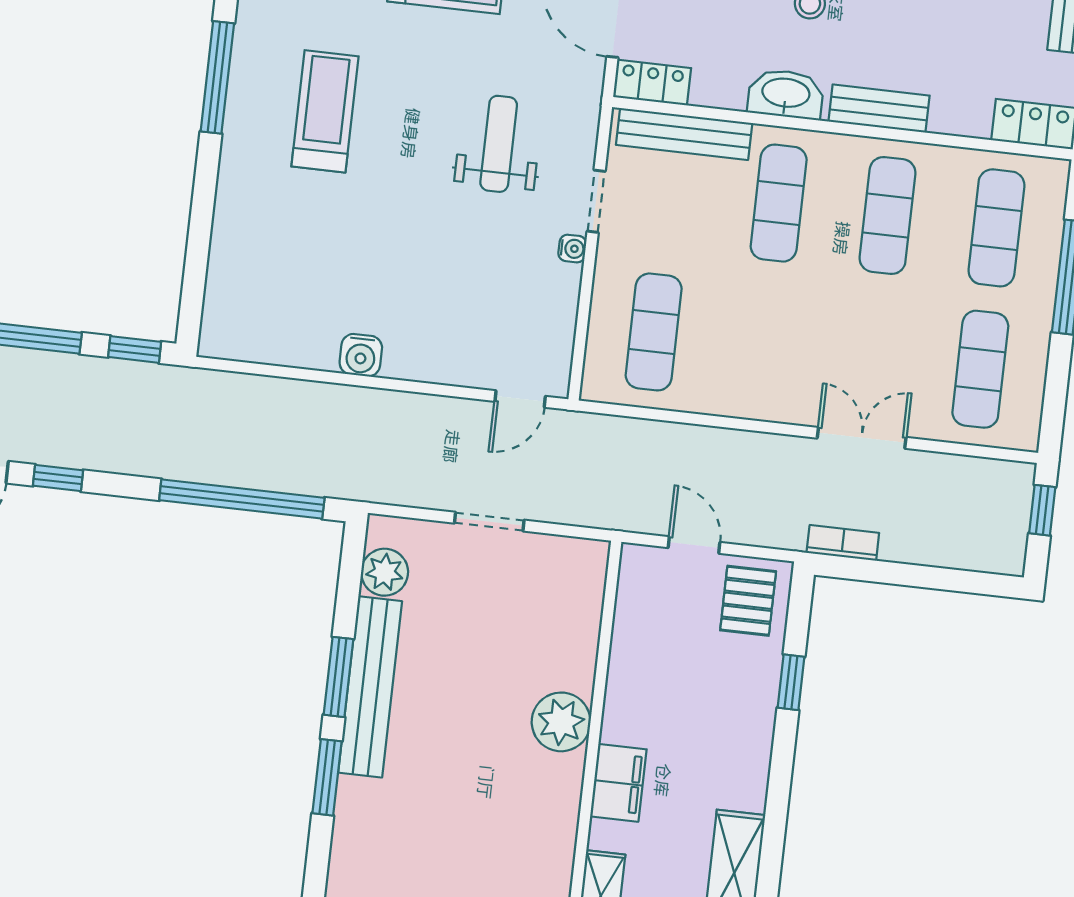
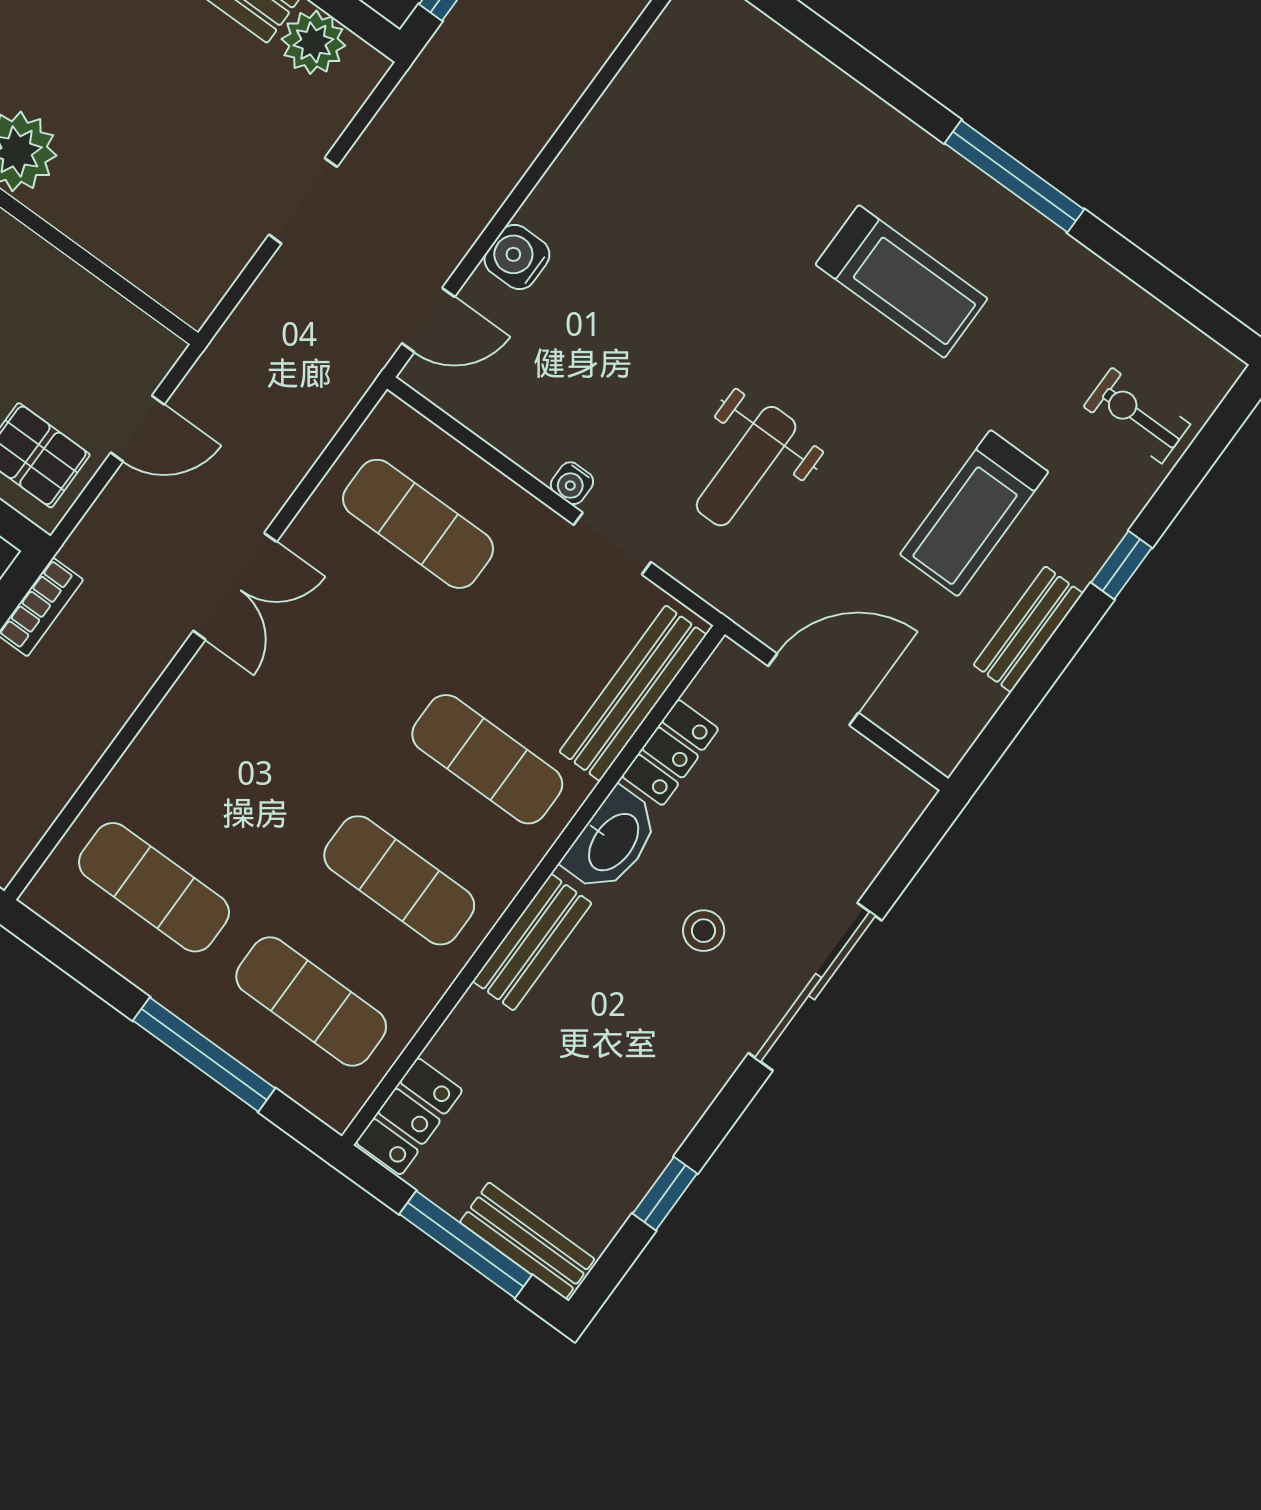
locker: (652, 83) -> (670, 752), moved
weight bench: (499, 144) -> (746, 466), turned 90
water cooler: (361, 355) -> (517, 257), moved
door: (520, 399) -> (428, 320), swing flipped
double door: (862, 438) -> (235, 586), moved

